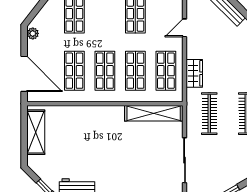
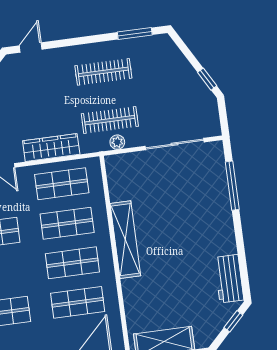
wardrobe: (194, 73) -> (51, 148), width x1.50
shelving: (154, 113) -> (125, 240), moved
plant: (192, 117) -> (117, 142), added

